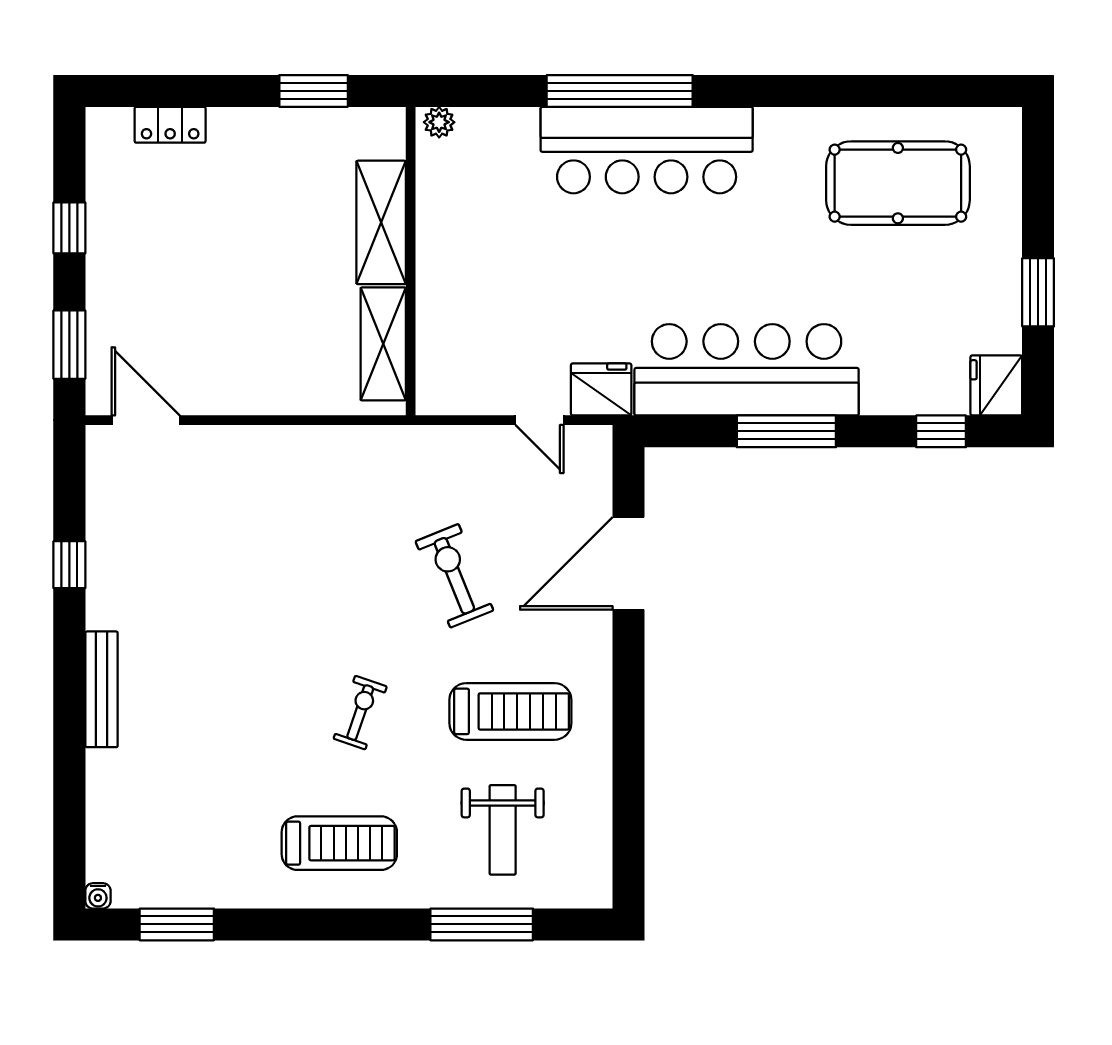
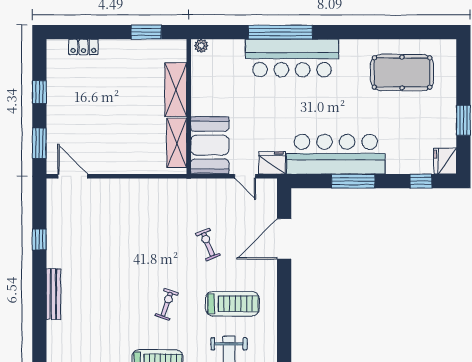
booth: (459, 349) -> (210, 145), added
exercise bike: (454, 576) -> (208, 244), width x0.73, depth x0.72

